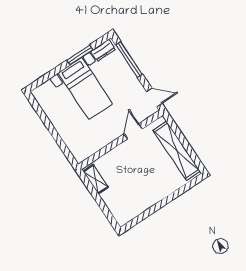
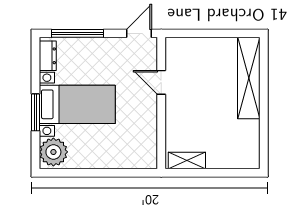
window: (80, 55) -> (35, 112), moved
plant: (46, 93) -> (53, 152), added
shelving: (177, 151) -> (249, 78), moved, turned 90

